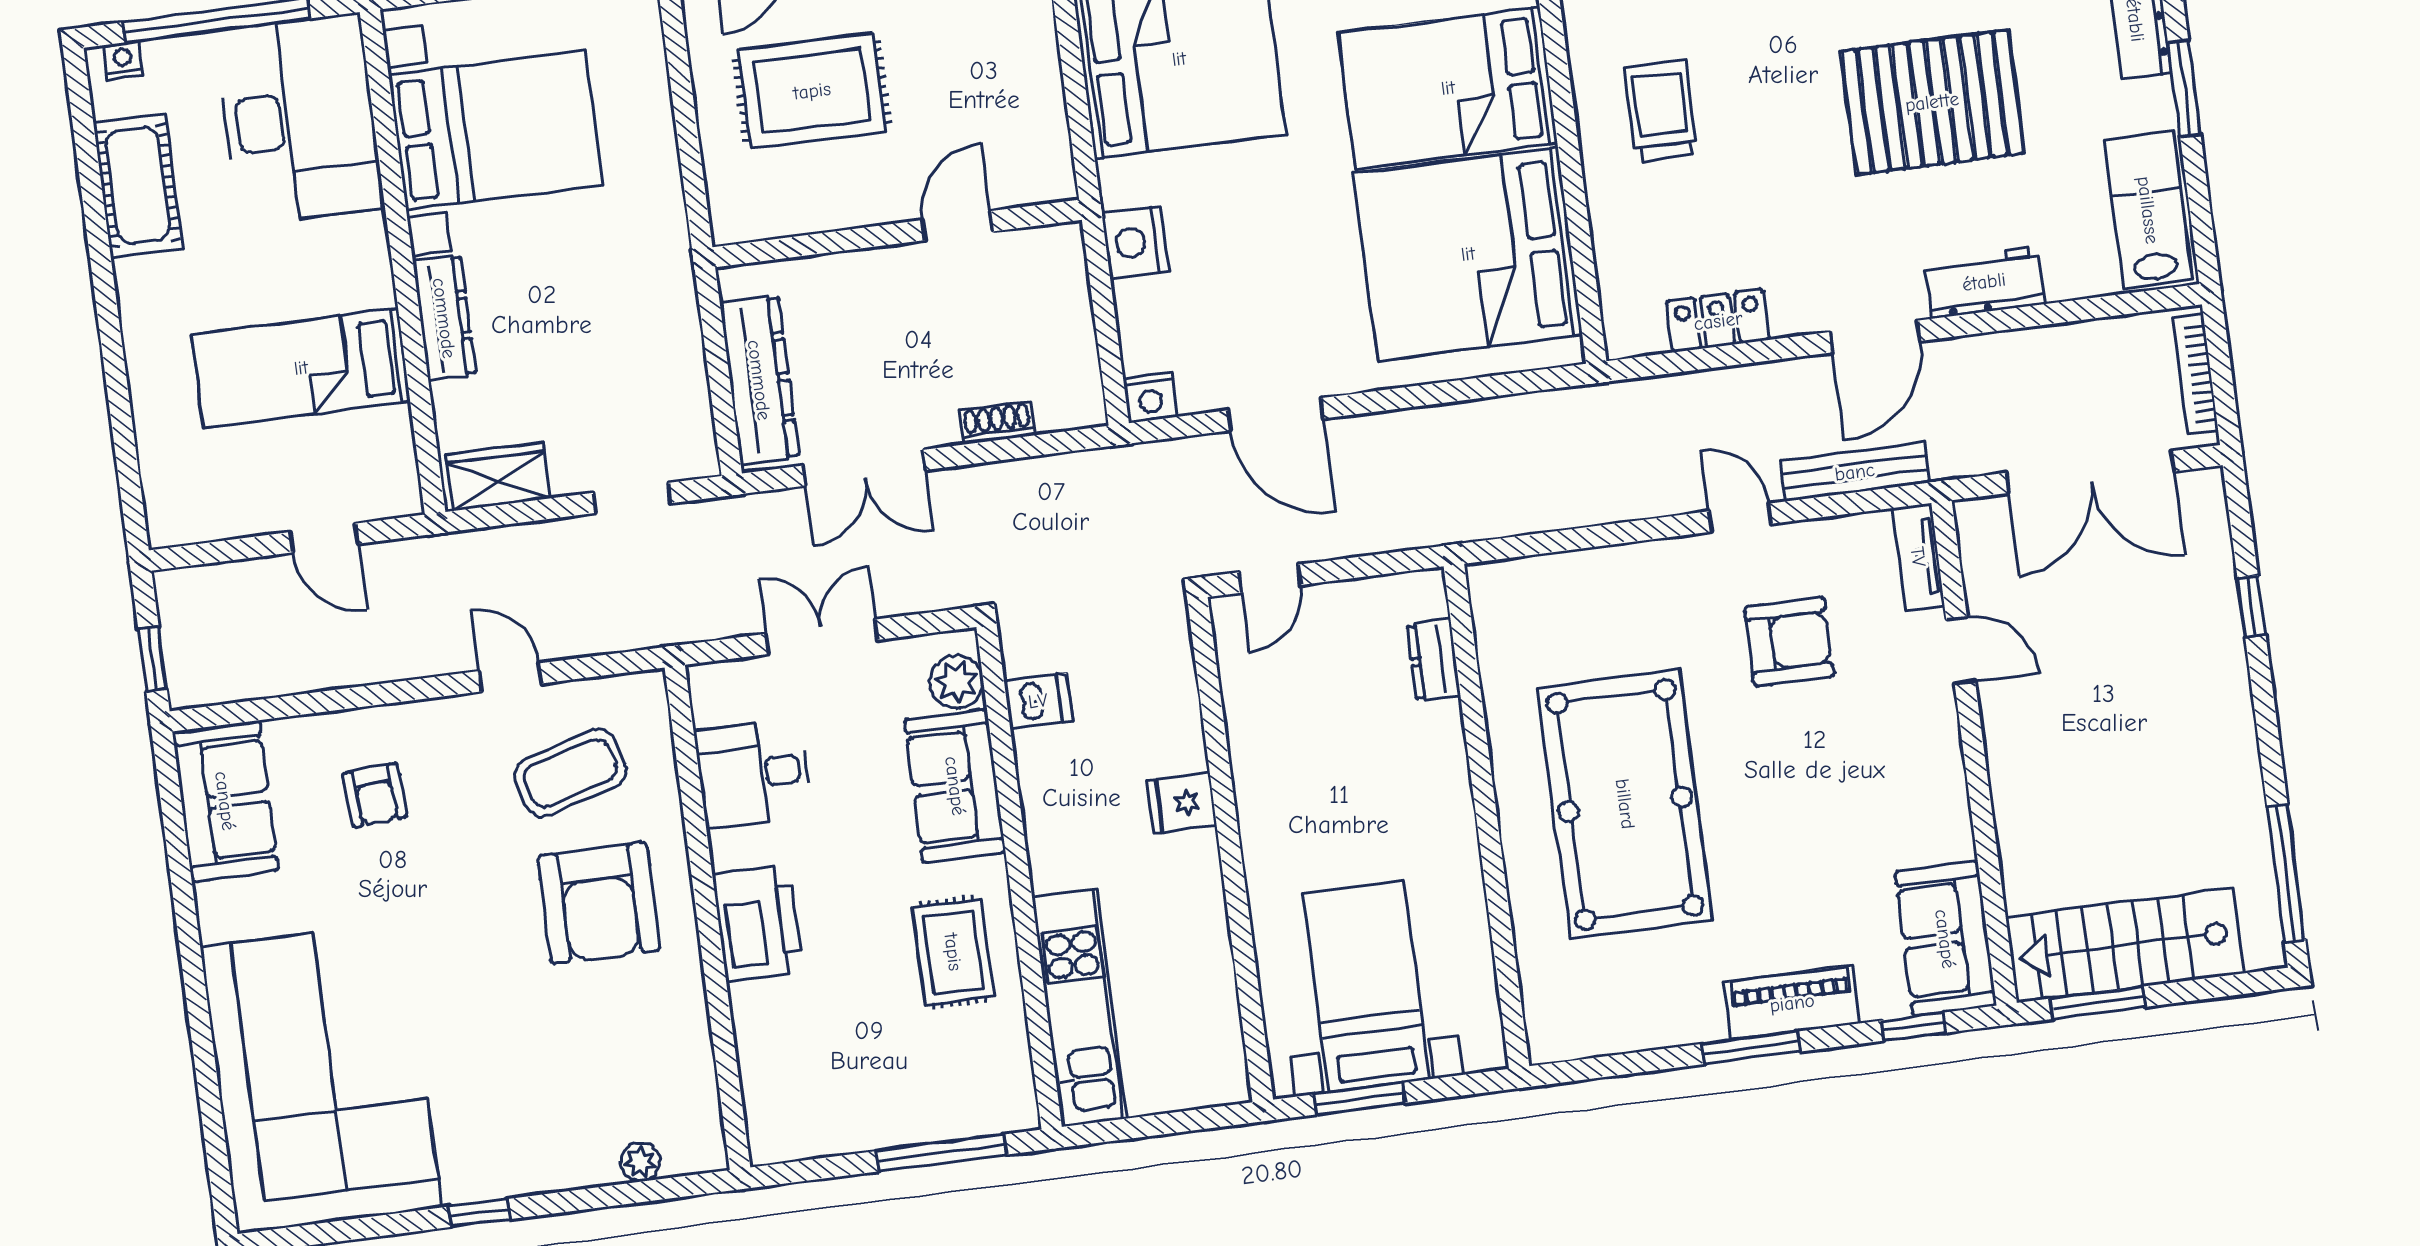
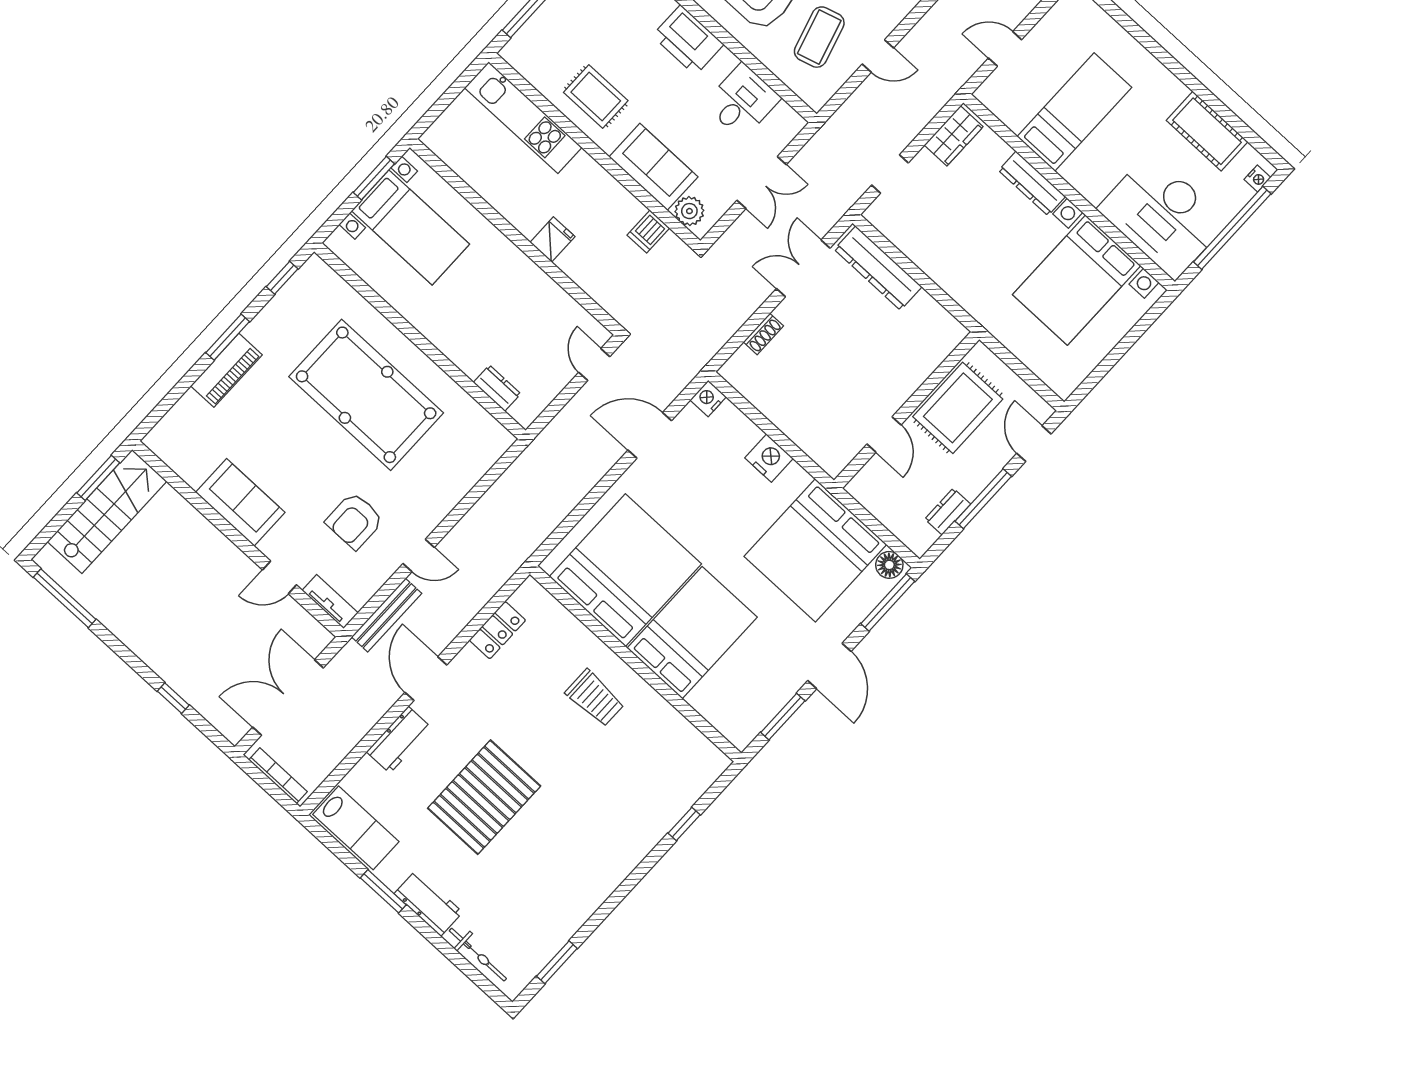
door: (958, 226) -> (884, 434), moved
wall: (897, 234) -> (907, 410), moved
sofa: (1945, 939) -> (240, 502), moved
window: (1913, 1027) -> (282, 278), moved

